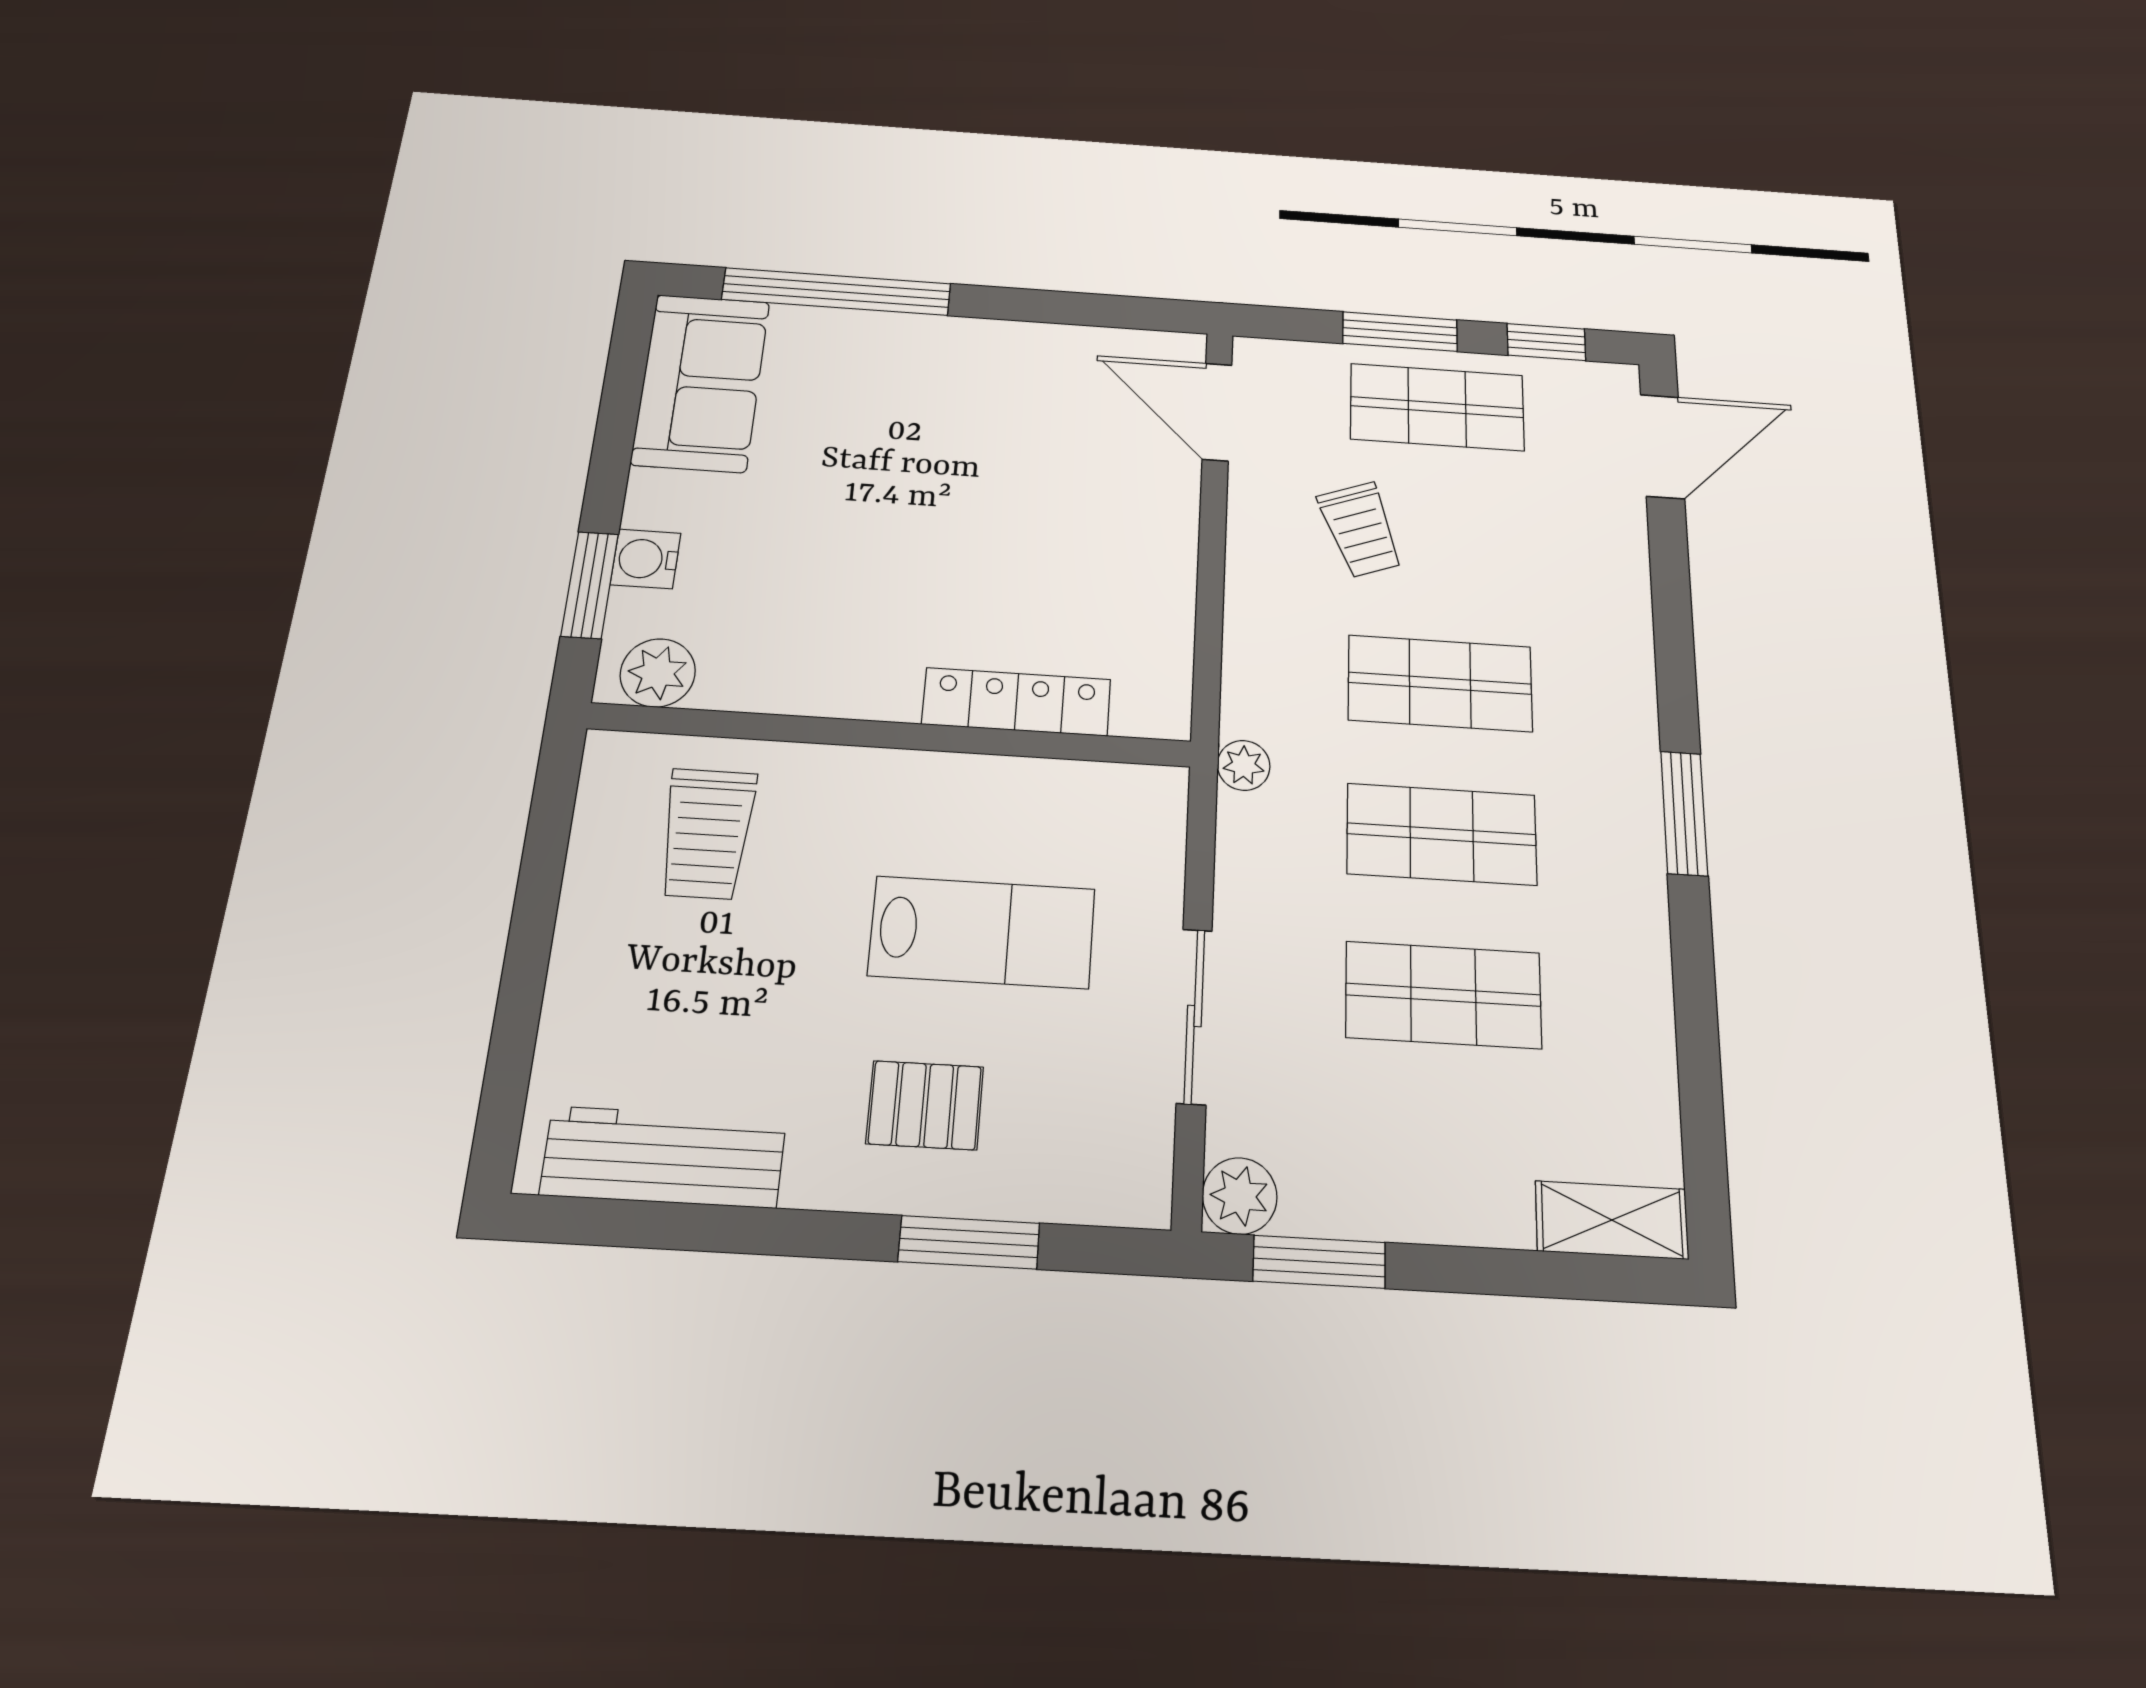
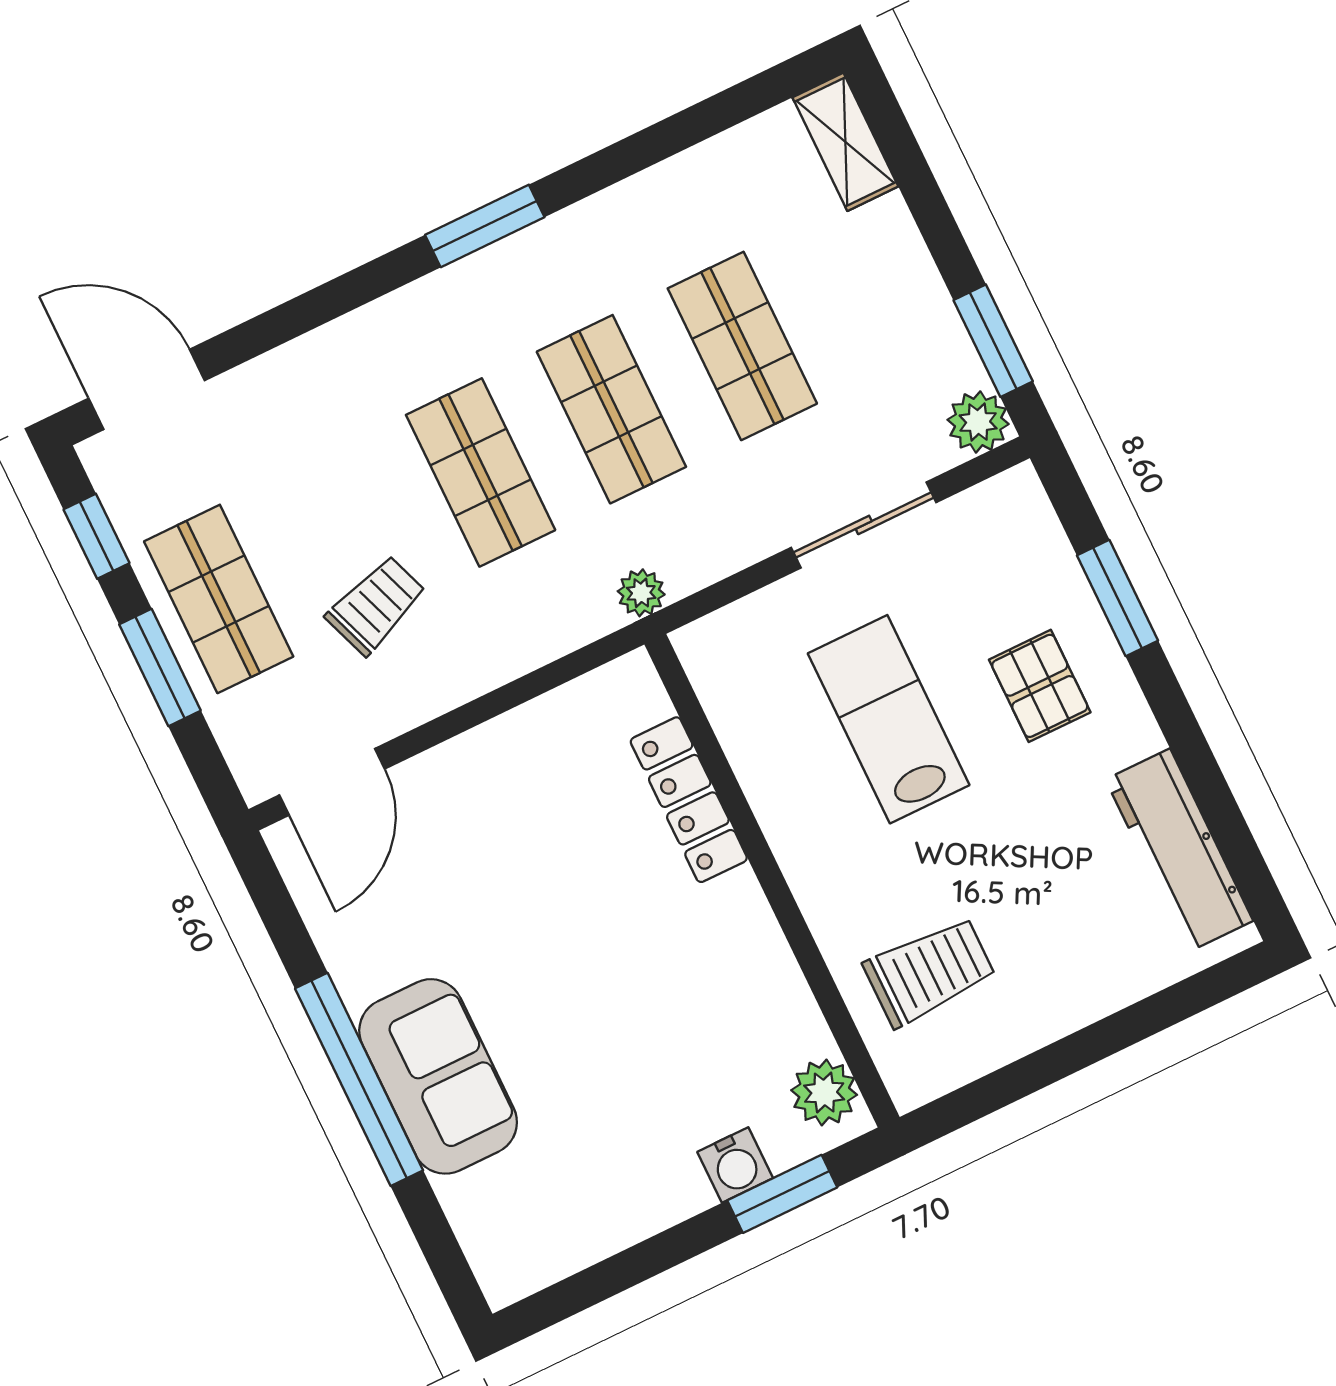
window: (836, 292) -> (359, 1079), moved
sofa: (701, 382) -> (438, 1076), moved, turned 90

